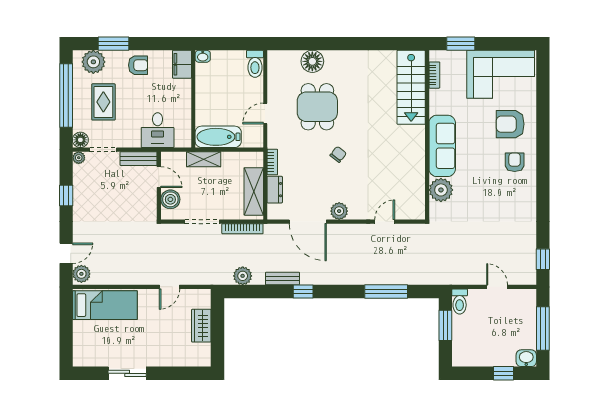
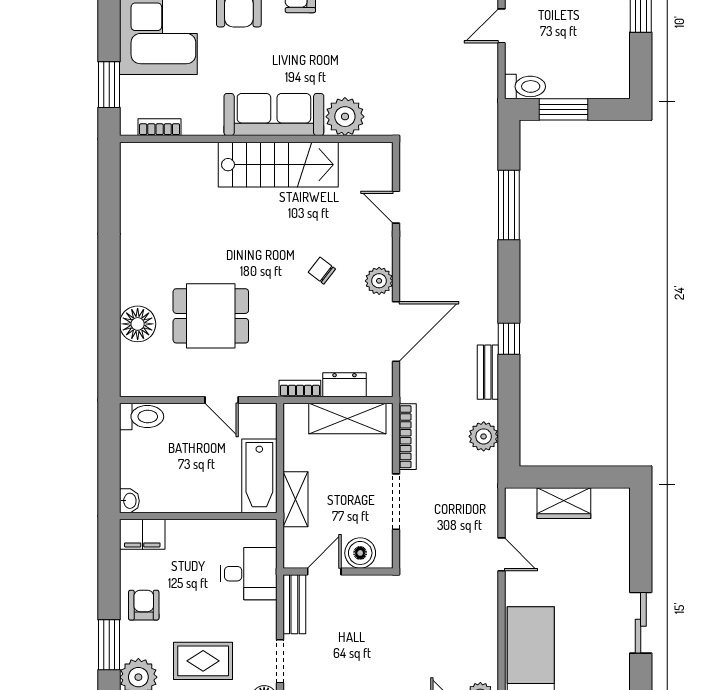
stairs: (411, 87) -> (278, 165), moved
chair: (338, 154) -> (322, 271), moved

